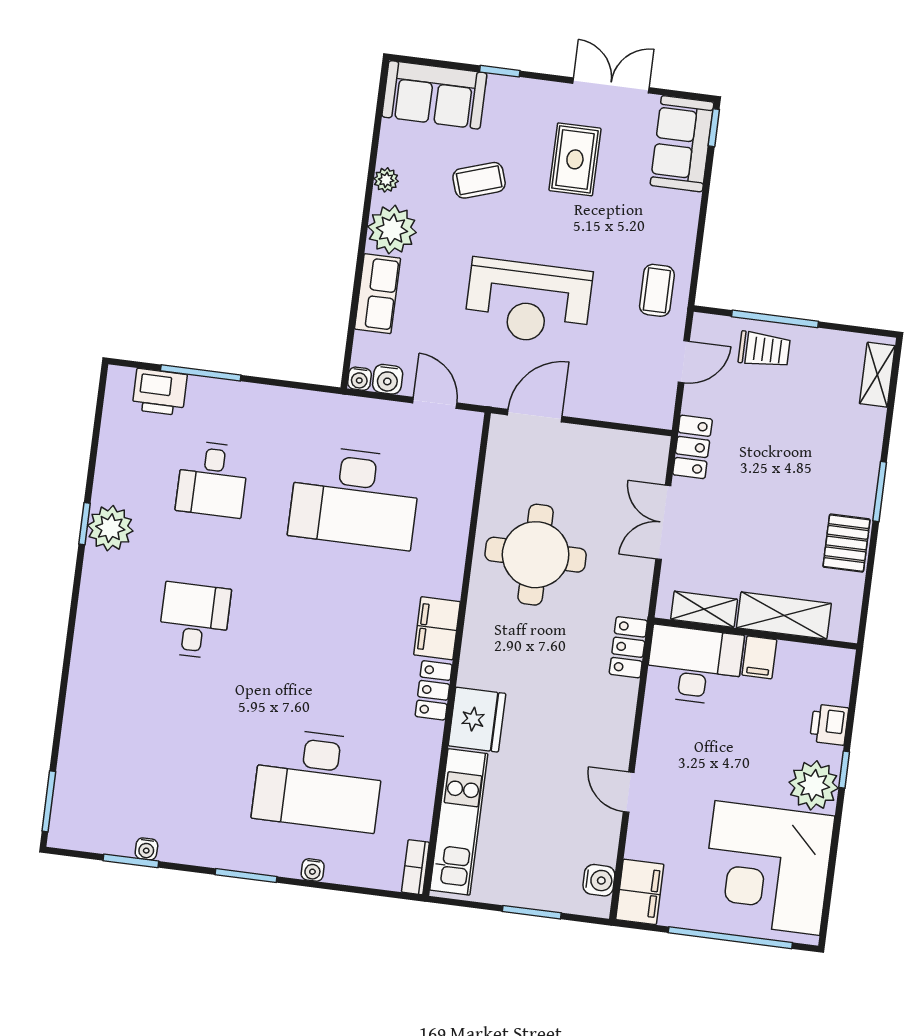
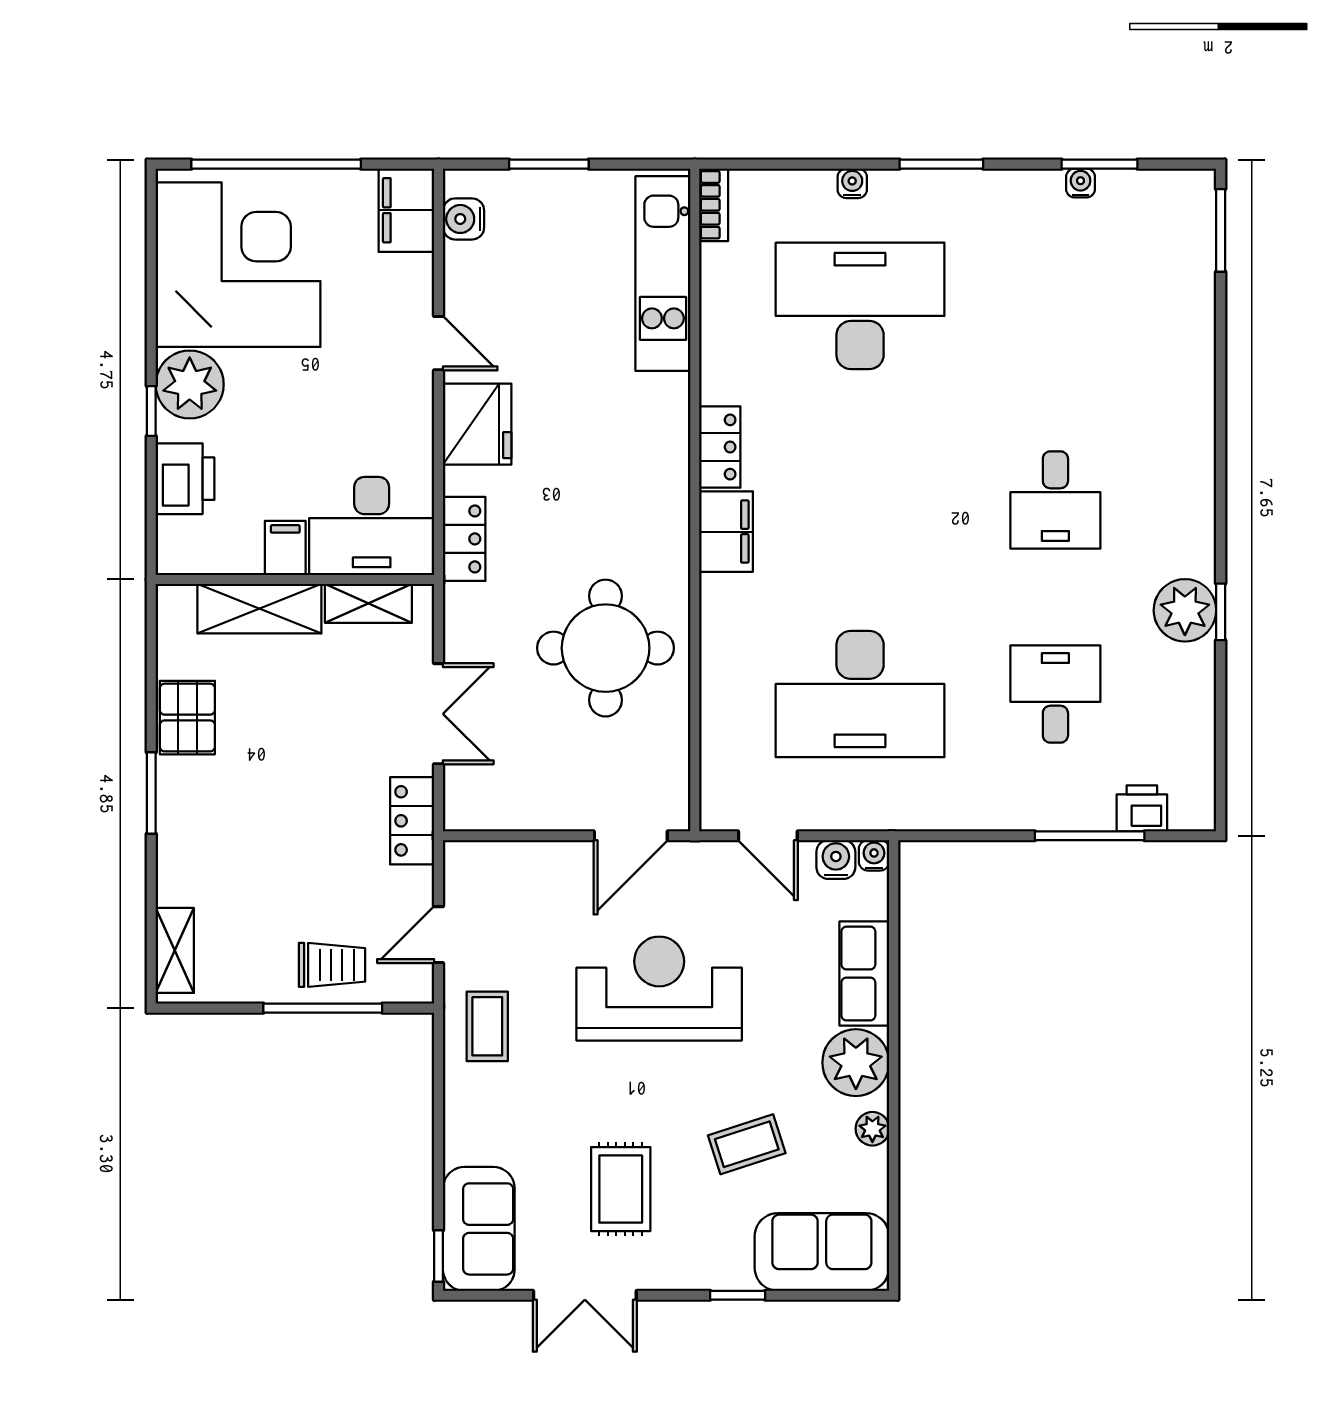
trolley: (764, 350) -> (332, 965), turned 180
printer: (160, 392) -> (1142, 808), width x0.73, depth x0.81
desk: (355, 497) -> (860, 694), turned 180
fridge: (477, 720) -> (477, 424), moved, turned 180
printer: (829, 725) -> (185, 479), width x1.36, depth x1.24

